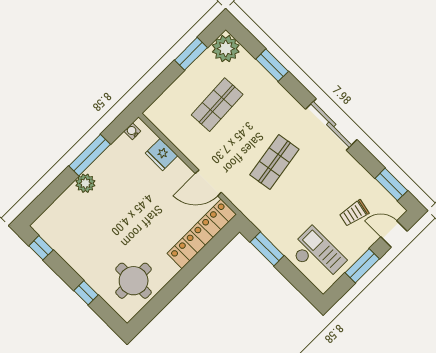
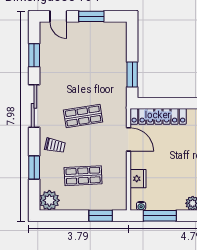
window: (191, 54) -> (101, 216), moved
window: (90, 155) -> (160, 216), moved
window: (391, 184) -> (34, 55), moved
trolley: (354, 213) -> (55, 146), moved
checkout: (317, 255) -> (109, 45), removed

